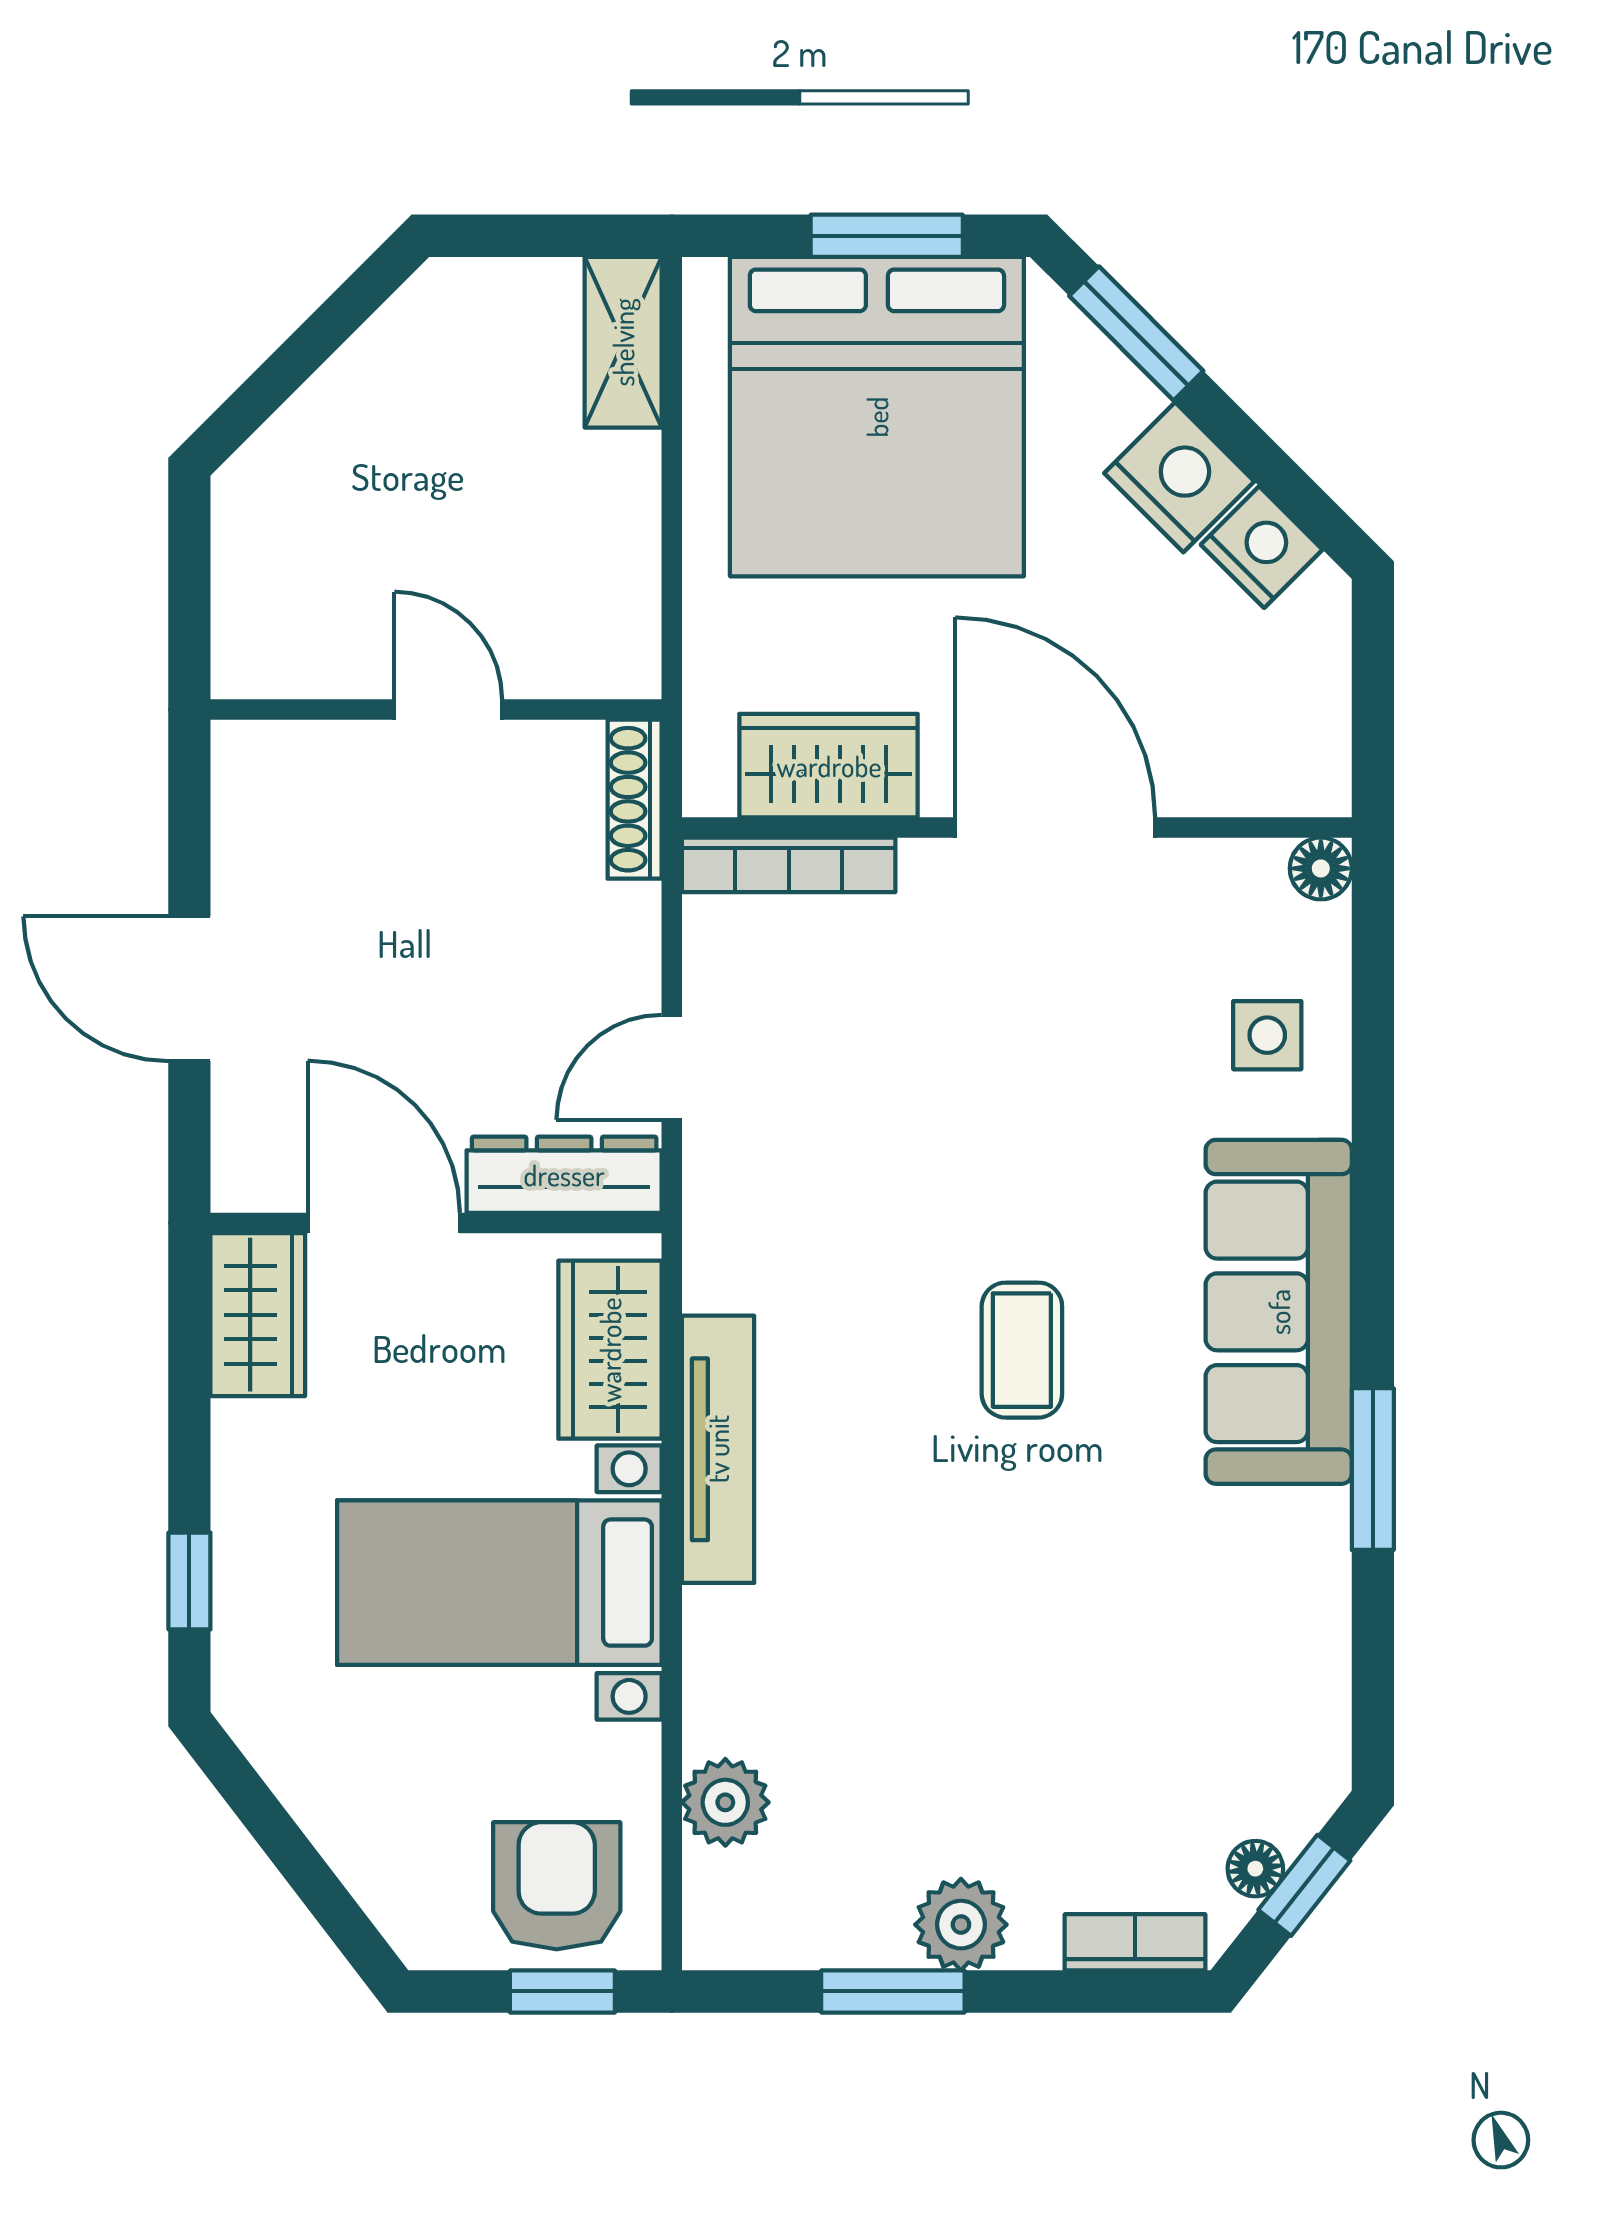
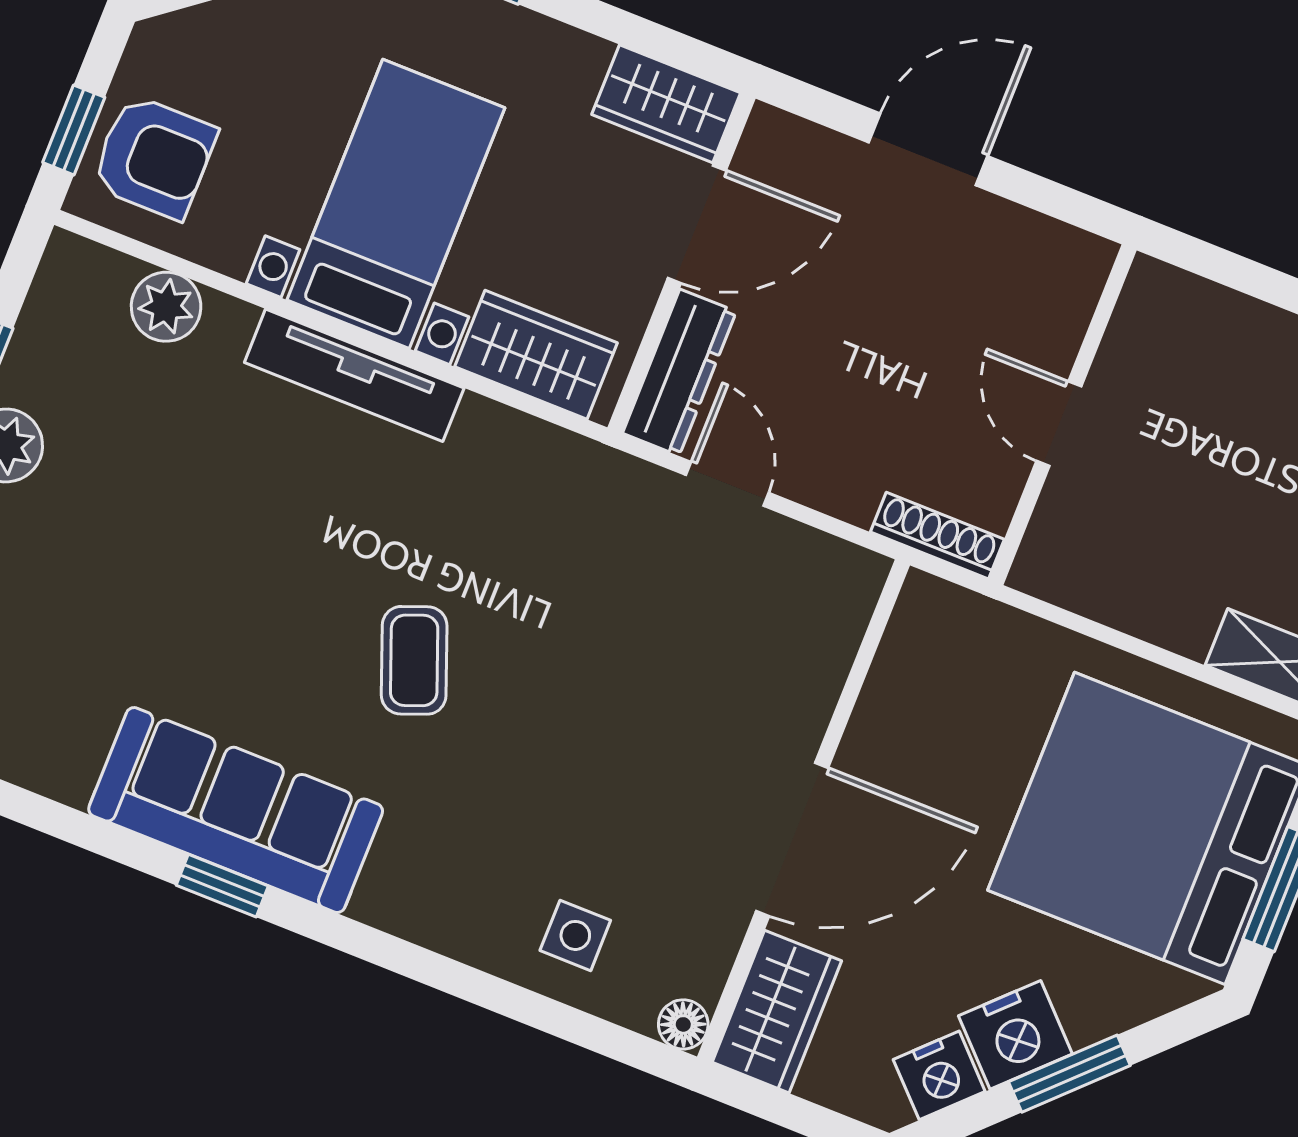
window: (1136, 333) -> (1069, 1074), moved
door: (448, 710) -> (1059, 424), swing flipped
wardrobe: (829, 766) -> (777, 1012), moved
bookcase: (789, 865) -> (843, 630), removed
sofa: (1279, 1312) -> (236, 810), moved
coffee table: (1022, 1350) -> (414, 660), turned 69
tv unit: (718, 1449) -> (354, 375), moved
window: (1373, 1469) -> (222, 886), width x0.67

